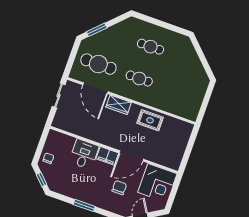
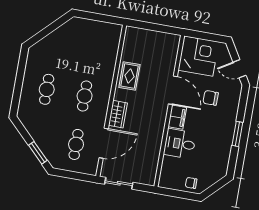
cafe table: (98, 64) -> (76, 144), width x0.73, depth x0.74
window: (42, 180) -> (216, 187), removed

